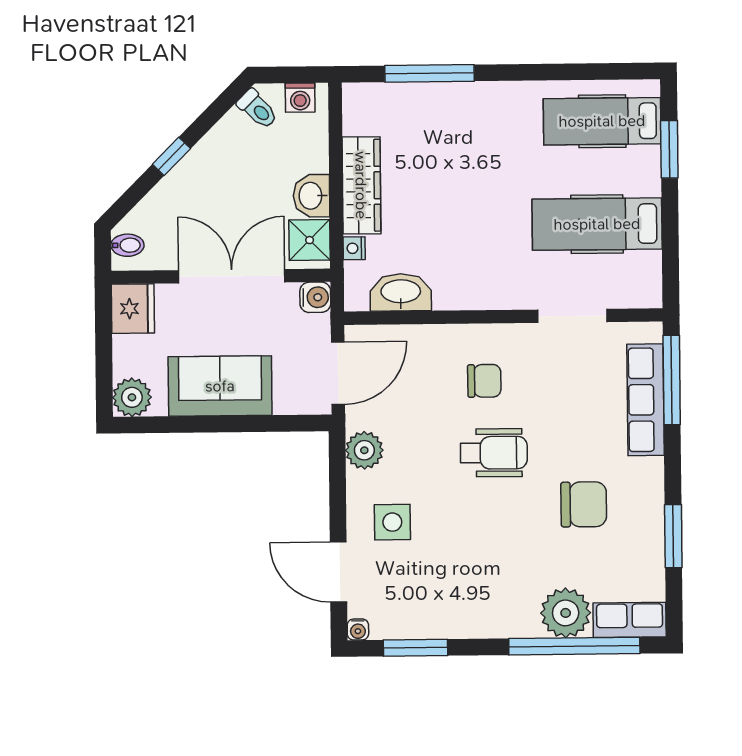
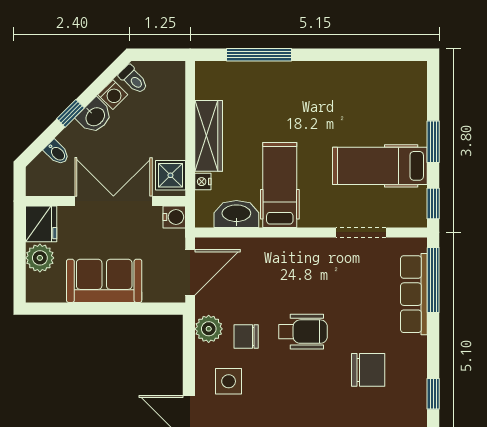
washing machine: (300, 98) -> (113, 95), moved, turned -45
hospital bed: (602, 121) -> (280, 185), moved, turned 90
window: (669, 149) -> (433, 142), moved
washbasin: (311, 196) -> (95, 116), moved, turned -135
bidet: (127, 245) -> (57, 153), moved, turned 45
window: (671, 275) -> (433, 204), added
chair: (484, 381) -> (246, 336), moved, turned 180
plant: (132, 397) -> (40, 258), moved
window: (673, 536) -> (433, 394), width x0.67

